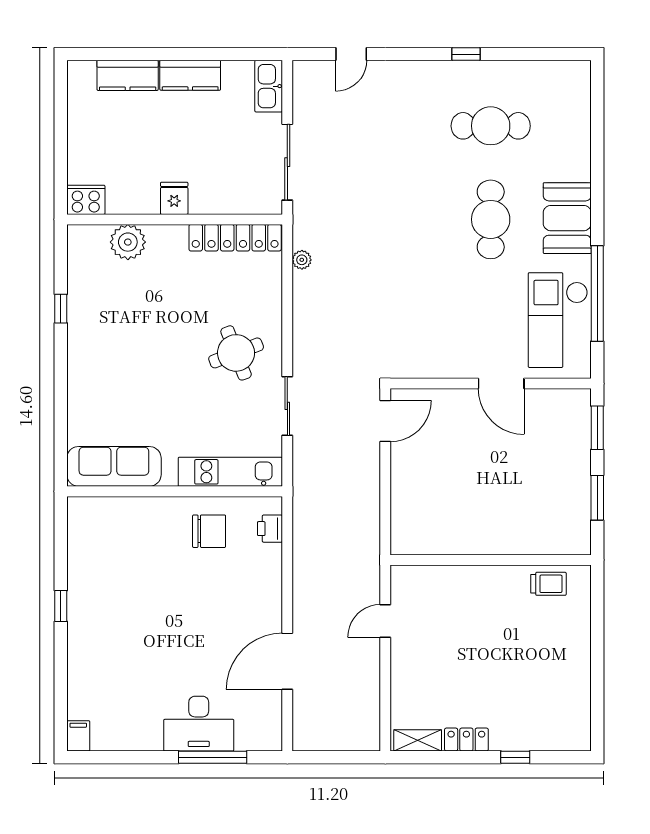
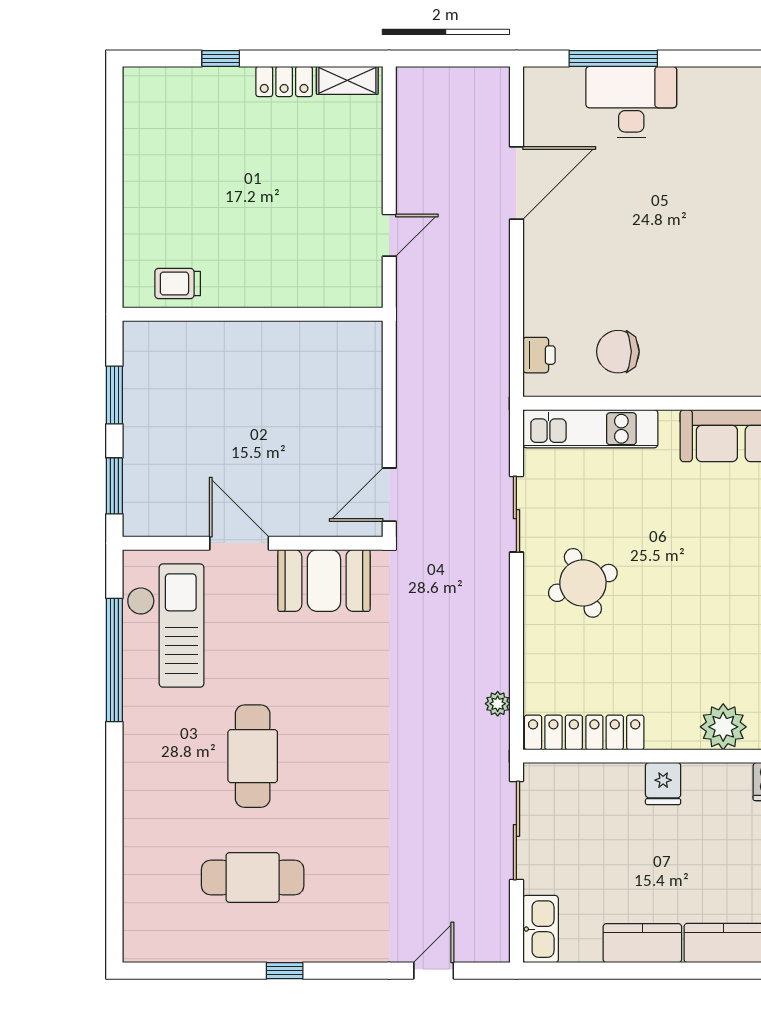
booth: (567, 218) -> (324, 580), moved, turned 90

